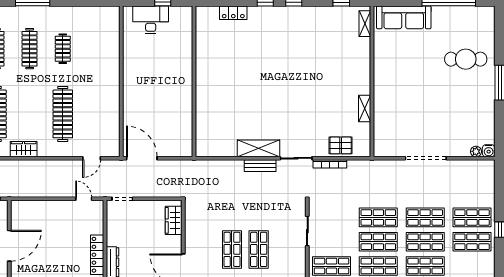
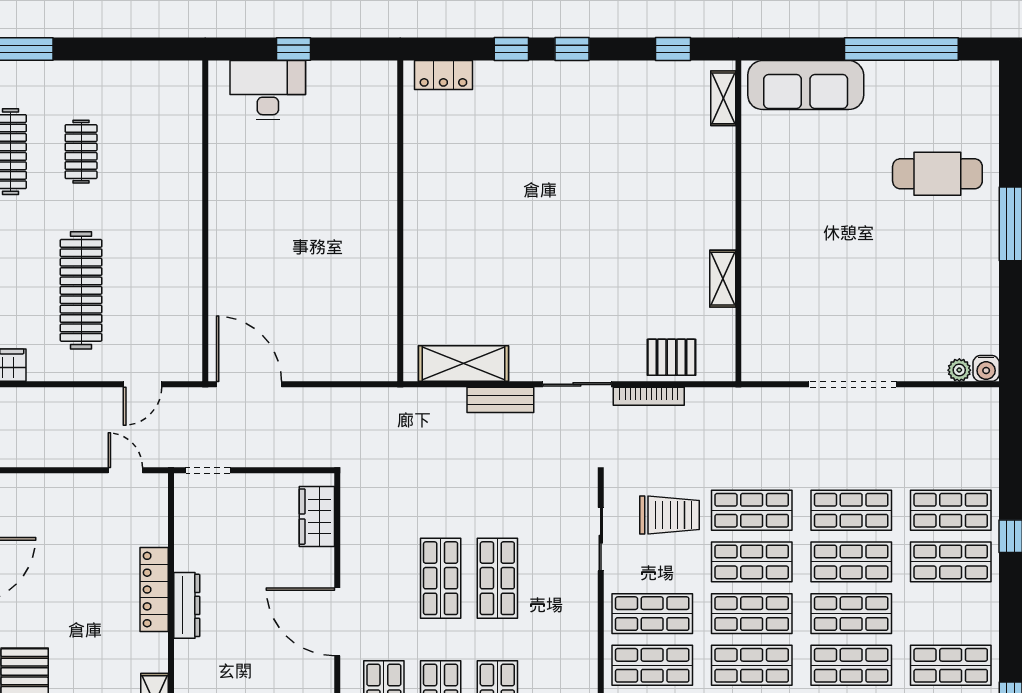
wall: (194, 81) -> (400, 221), moved
shelving: (258, 148) -> (463, 364), moved
trolley: (340, 220) -> (670, 515), added

